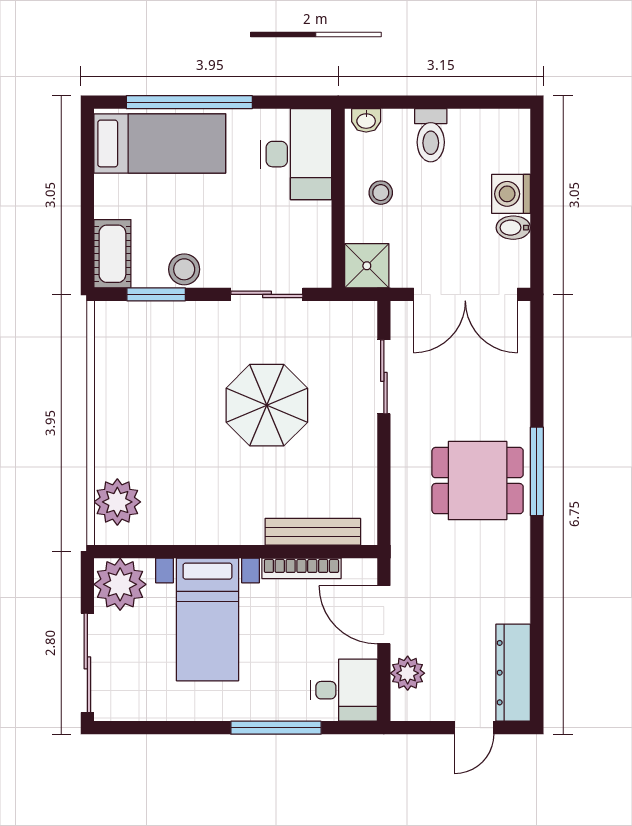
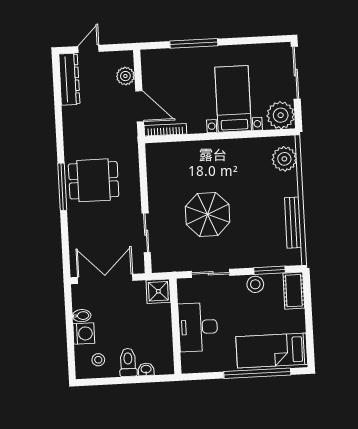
washbasin: (366, 120) -> (146, 369), moved
desk: (296, 154) -> (198, 327), moved
stool: (381, 193) -> (98, 360), moved
bench: (313, 532) -> (293, 223), moved, turned 90
bookcase: (301, 568) -> (165, 130), moved
desk: (344, 690) -> (159, 65), removed

